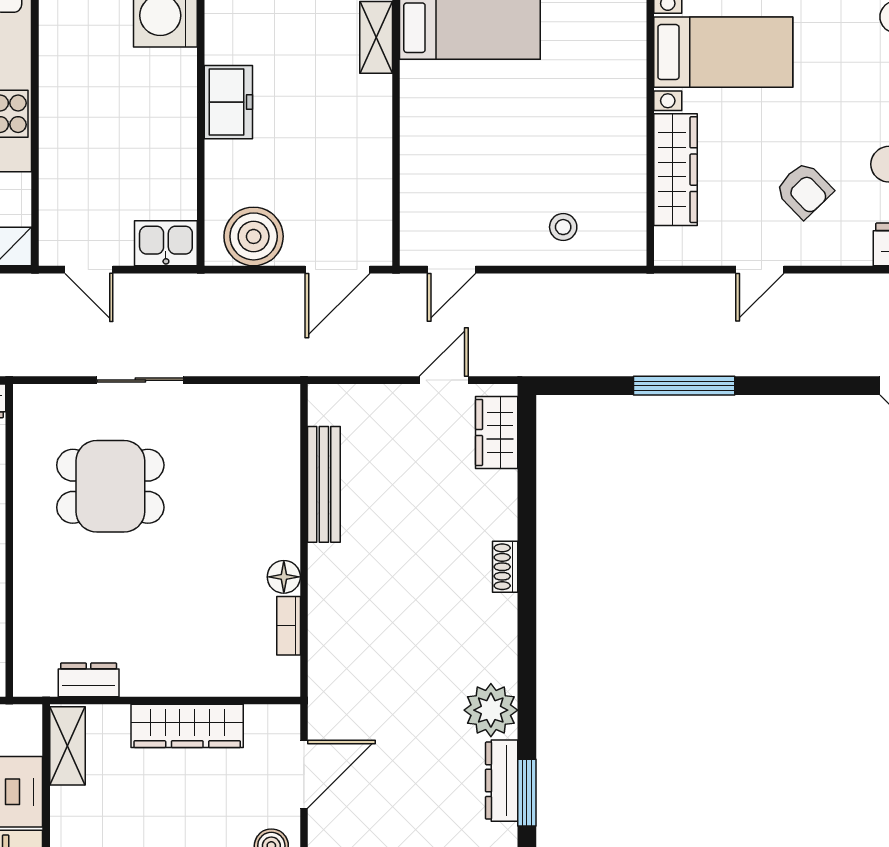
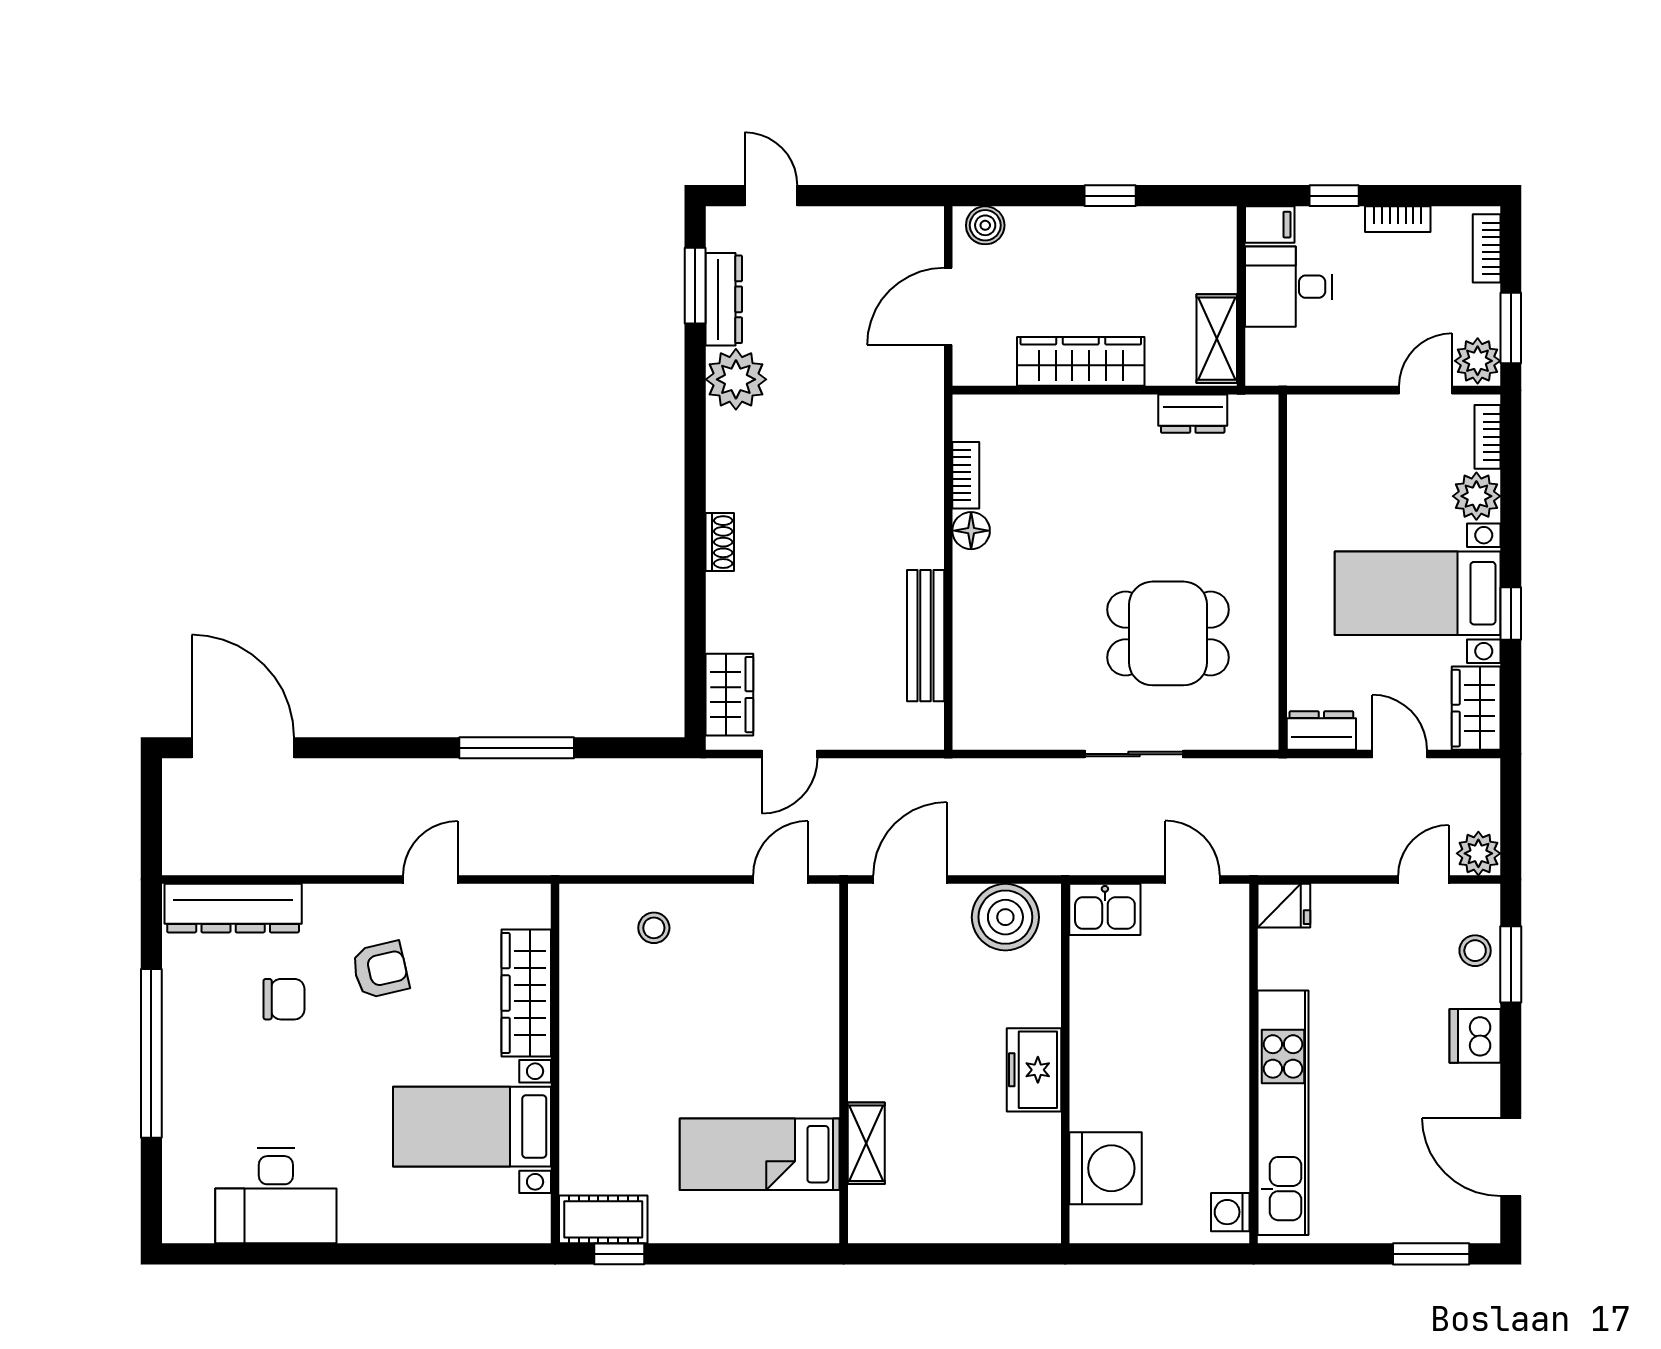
armchair: (804, 190) -> (380, 970), turned 121

